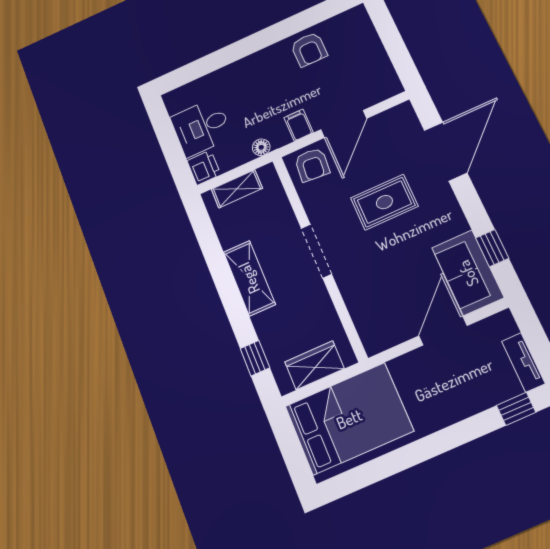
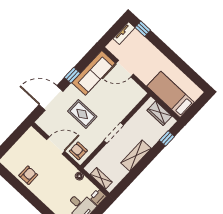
filing cabinet: (299, 125) -> (64, 164), removed
armchair: (312, 165) -> (78, 151), turned -95
window: (492, 248) -> (72, 75), moved
sofa: (468, 273) -> (94, 73), width x1.36
bed: (349, 419) -> (170, 94), width x0.67

